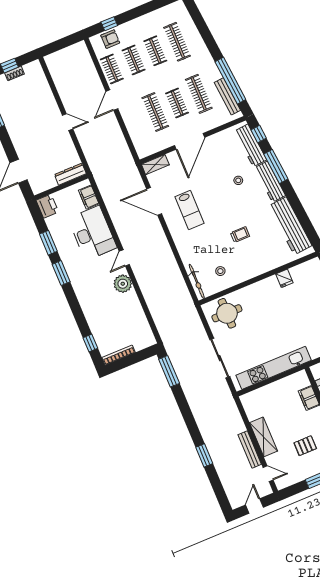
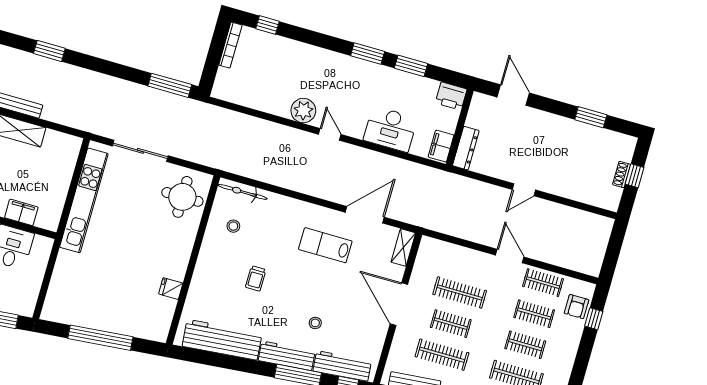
filing cabinet: (89, 197) -> (441, 146), moved, turned -90
desk: (92, 233) -> (390, 129), width x0.73, depth x0.77

